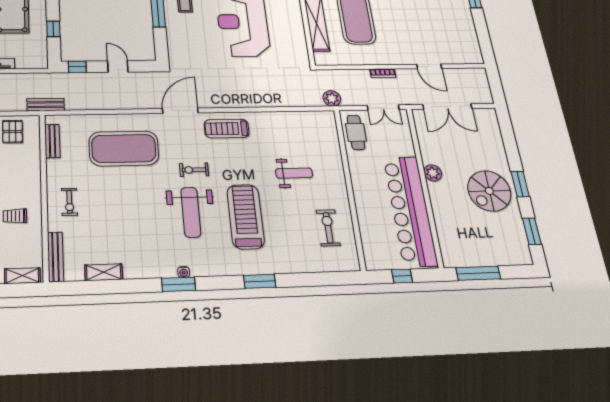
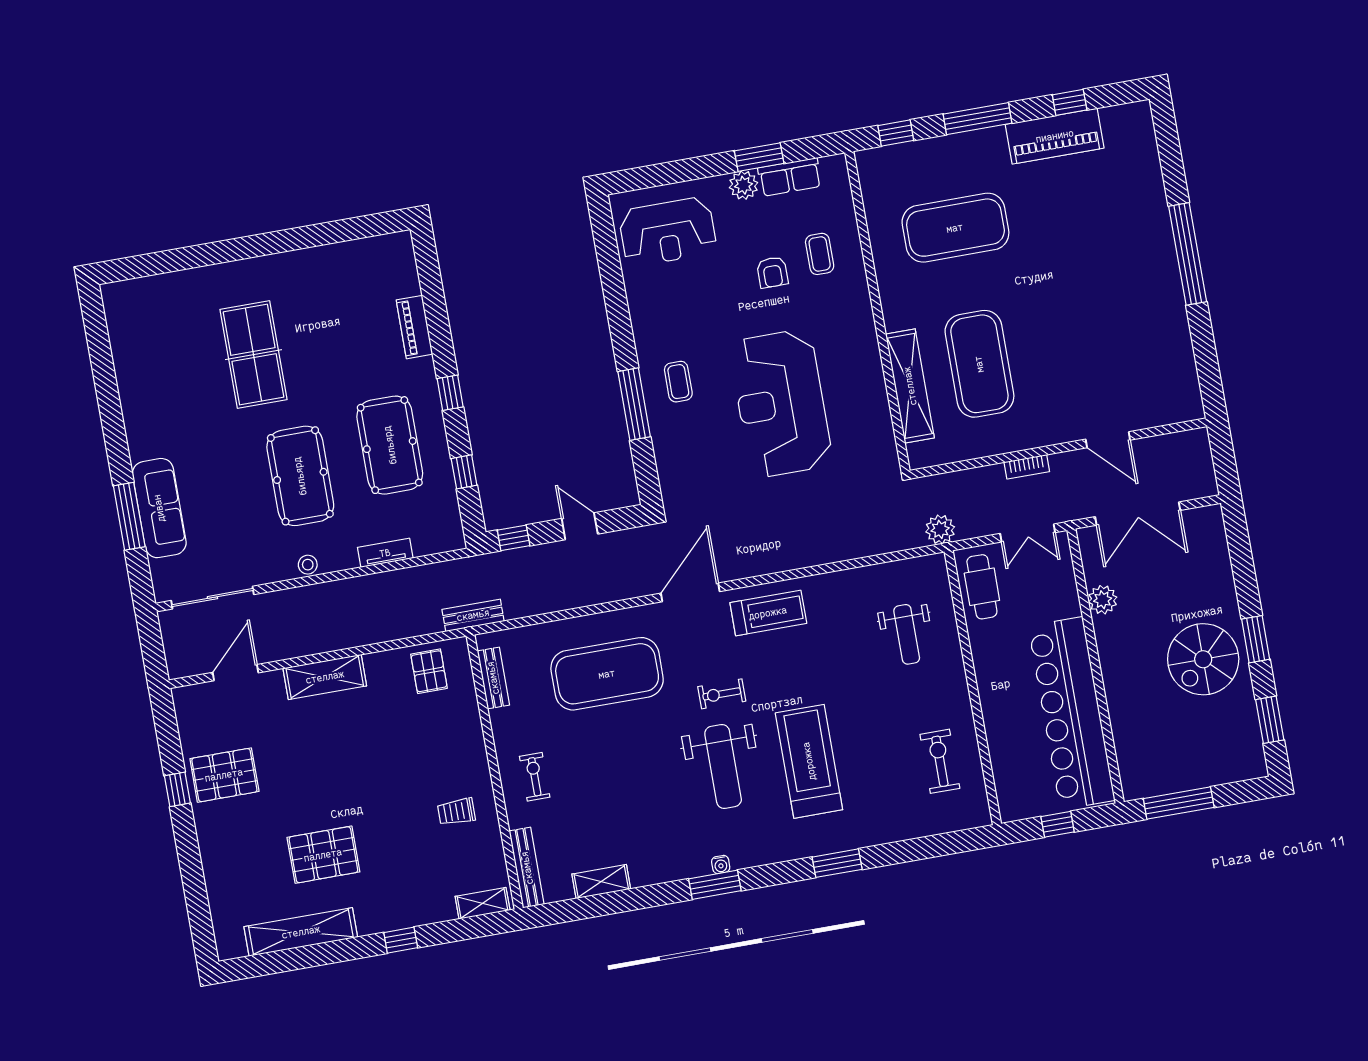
treadmill: (227, 129) -> (768, 613), turned 180
weight bench: (294, 173) -> (907, 634), moved, turned 90
plant: (433, 173) -> (1103, 600), moved
exercise bike: (69, 202) -> (535, 777), turned 180

